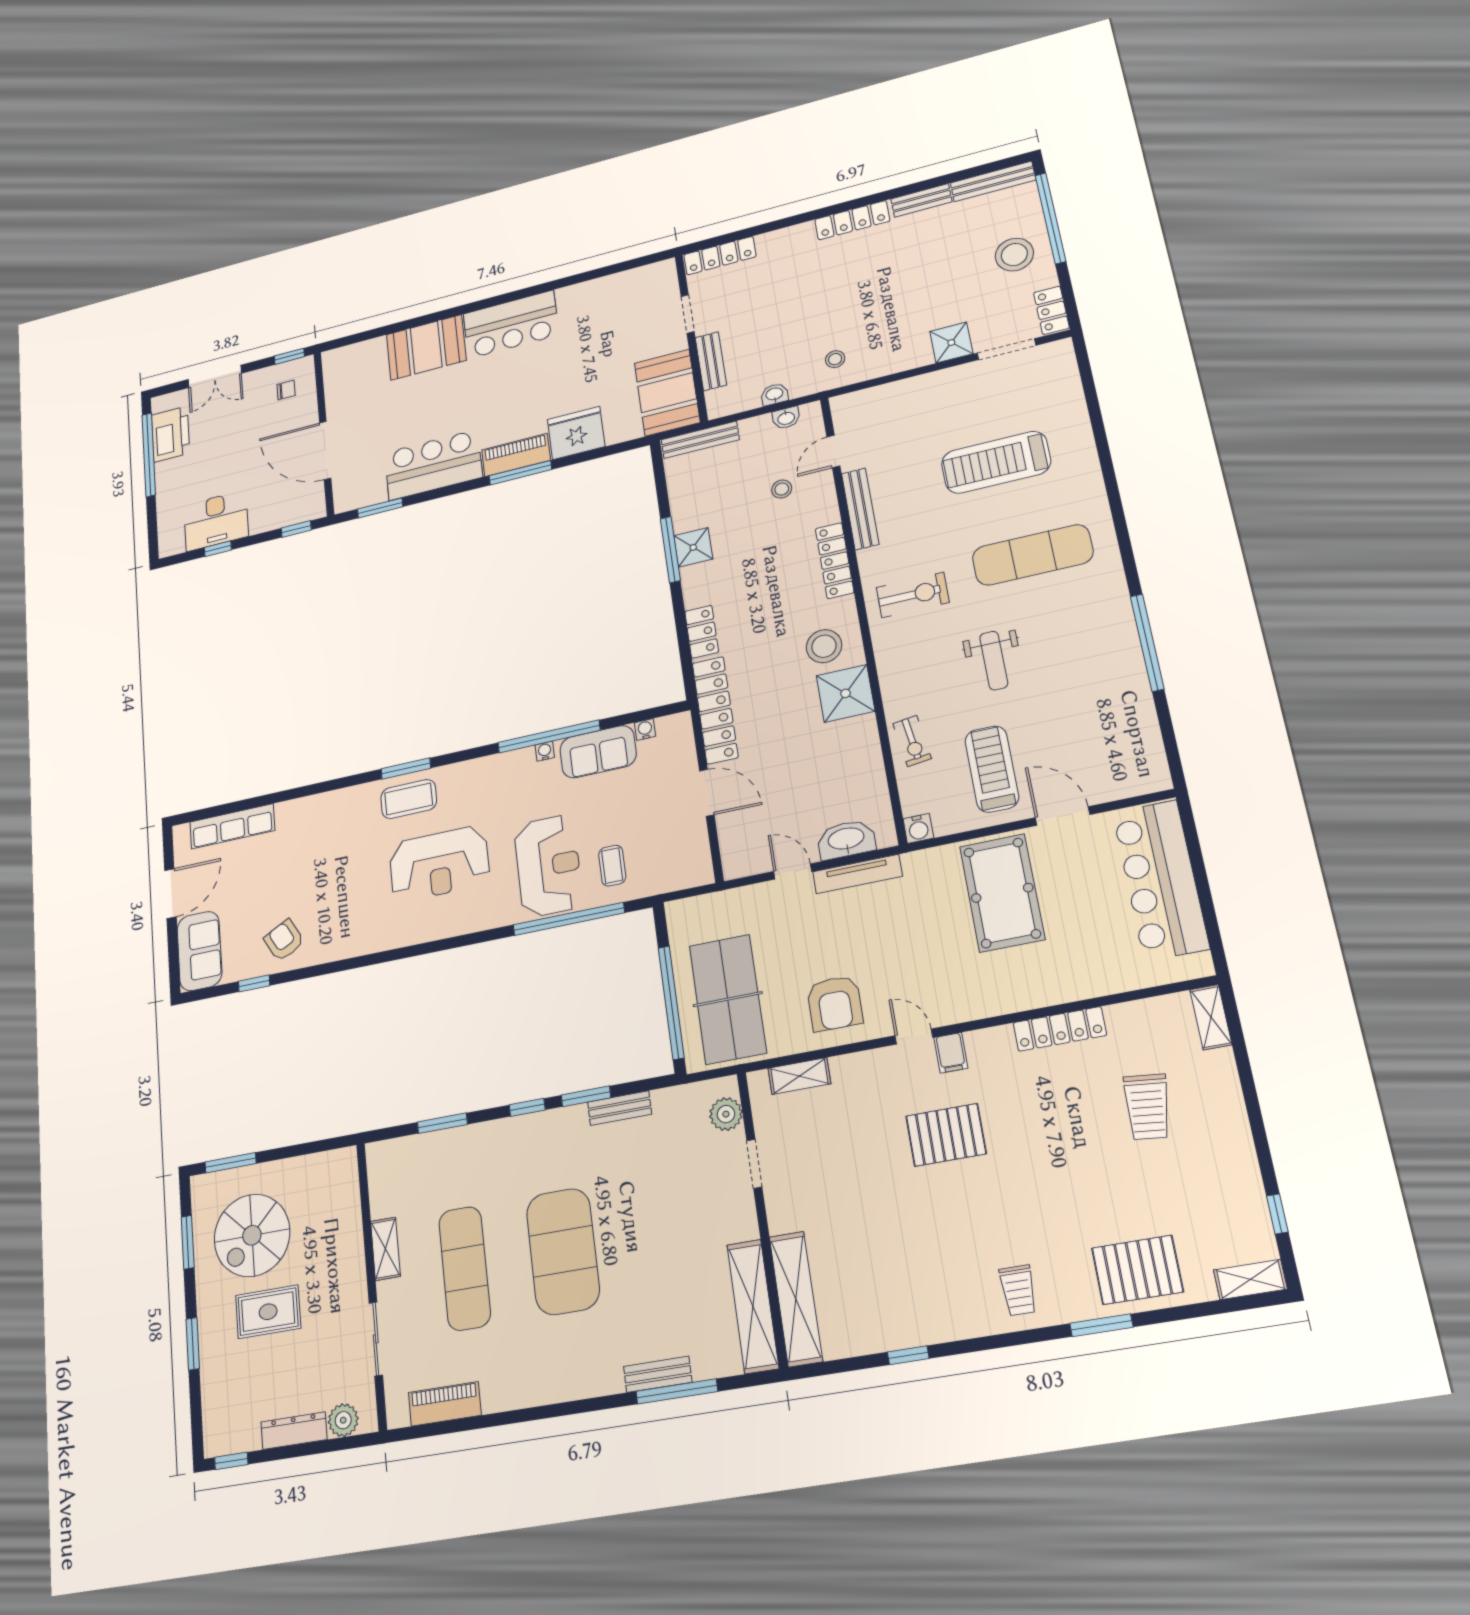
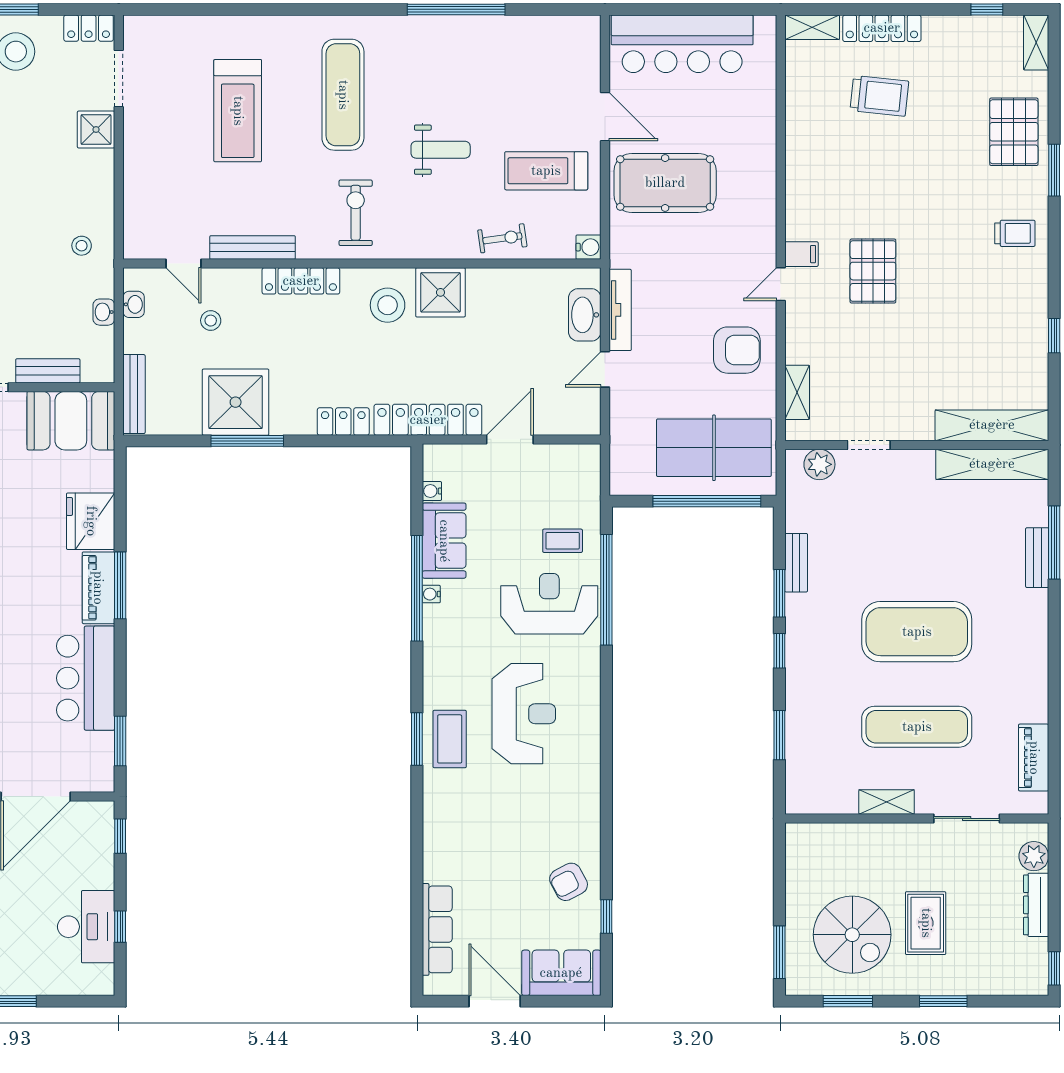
shower: (693, 547) -> (236, 402), width x1.86, depth x1.86
door: (1062, 816) -> (605, 117), swing flipped
locker: (1060, 1029) -> (882, 28), moved, turned 90

